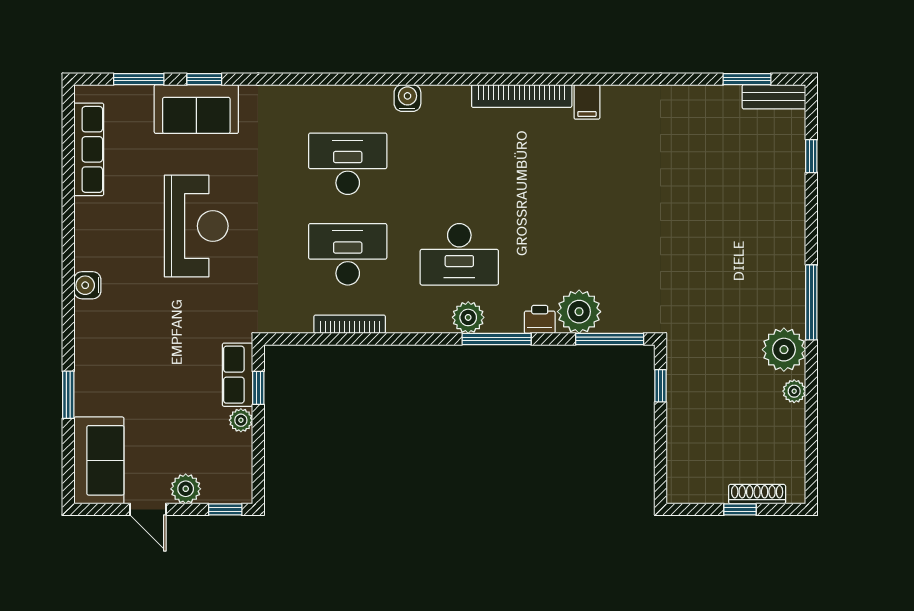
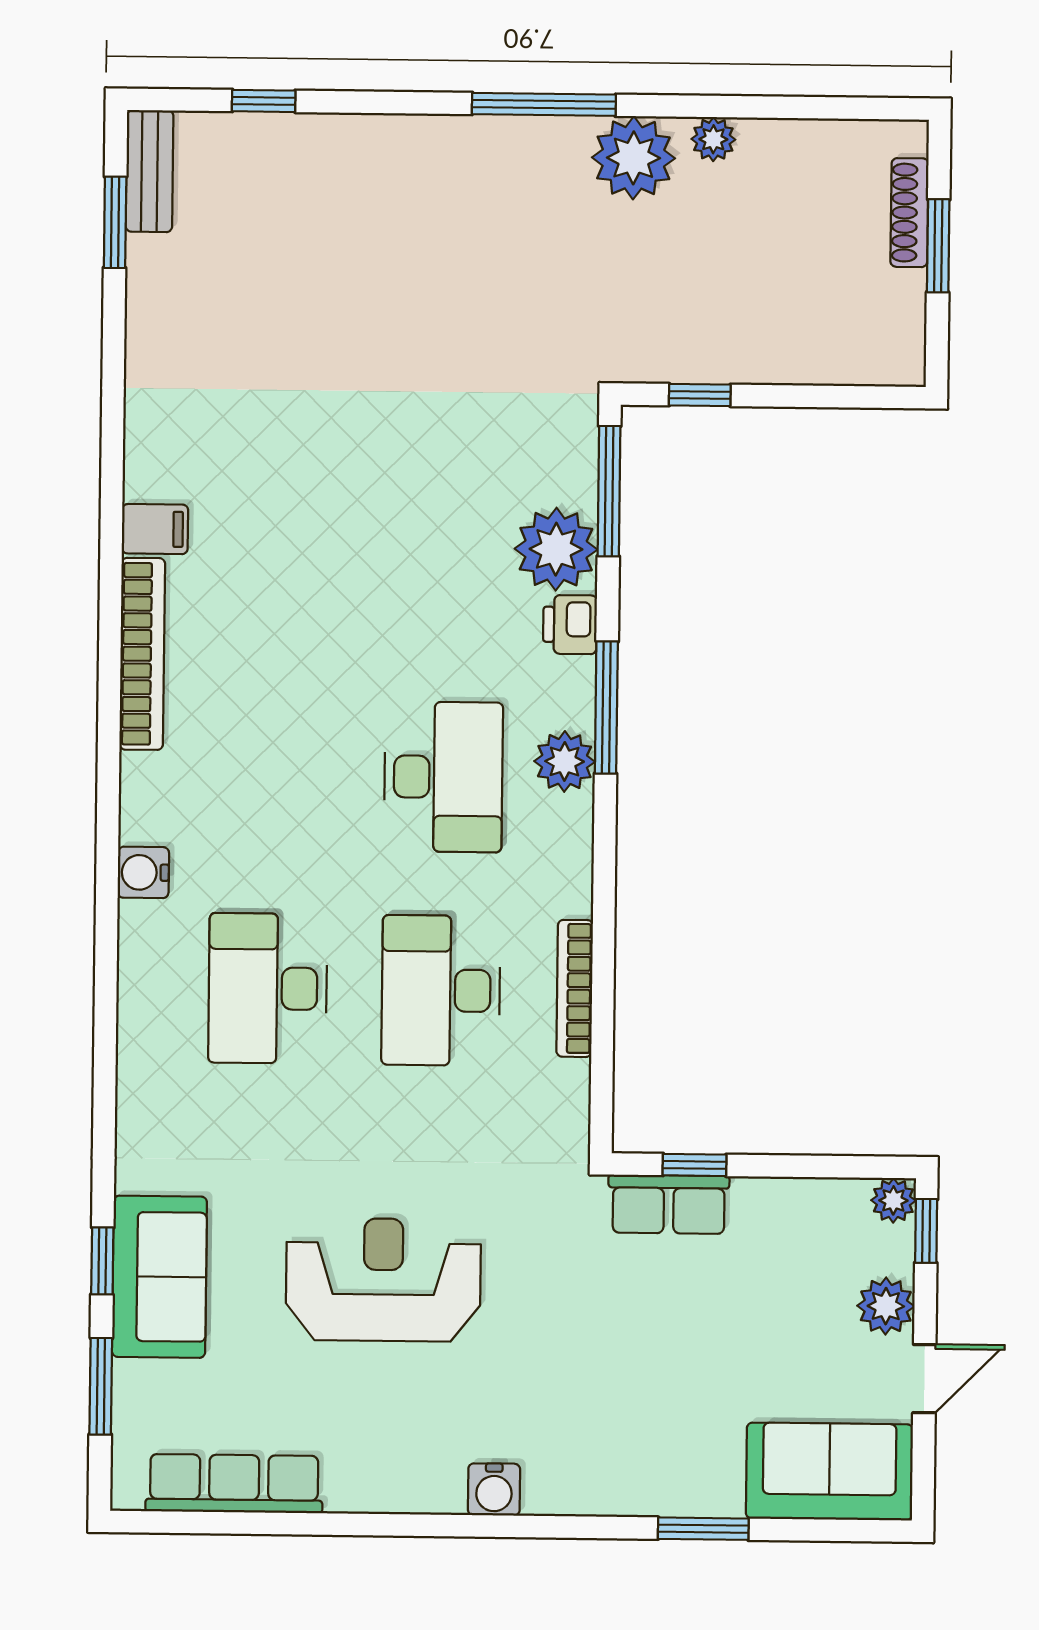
plant: (241, 420) -> (893, 1200), moved
window: (740, 509) -> (938, 246), width x1.50

